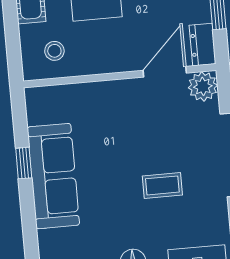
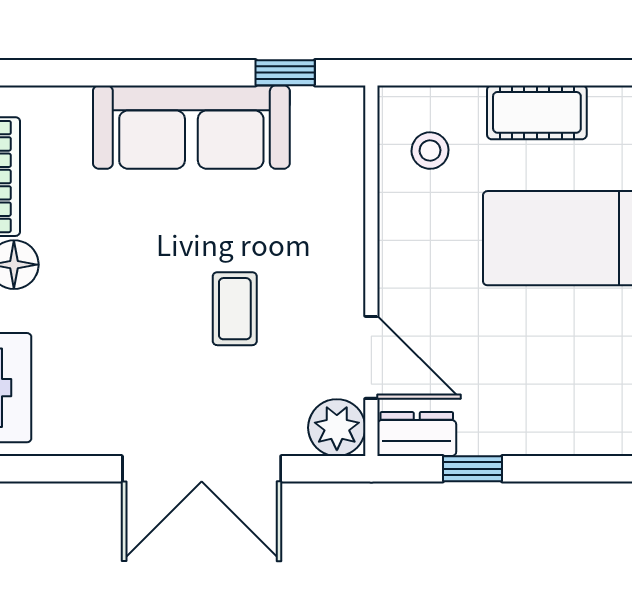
window: (24, 163) -> (285, 73), moved
coffee table: (162, 185) -> (235, 309), moved

